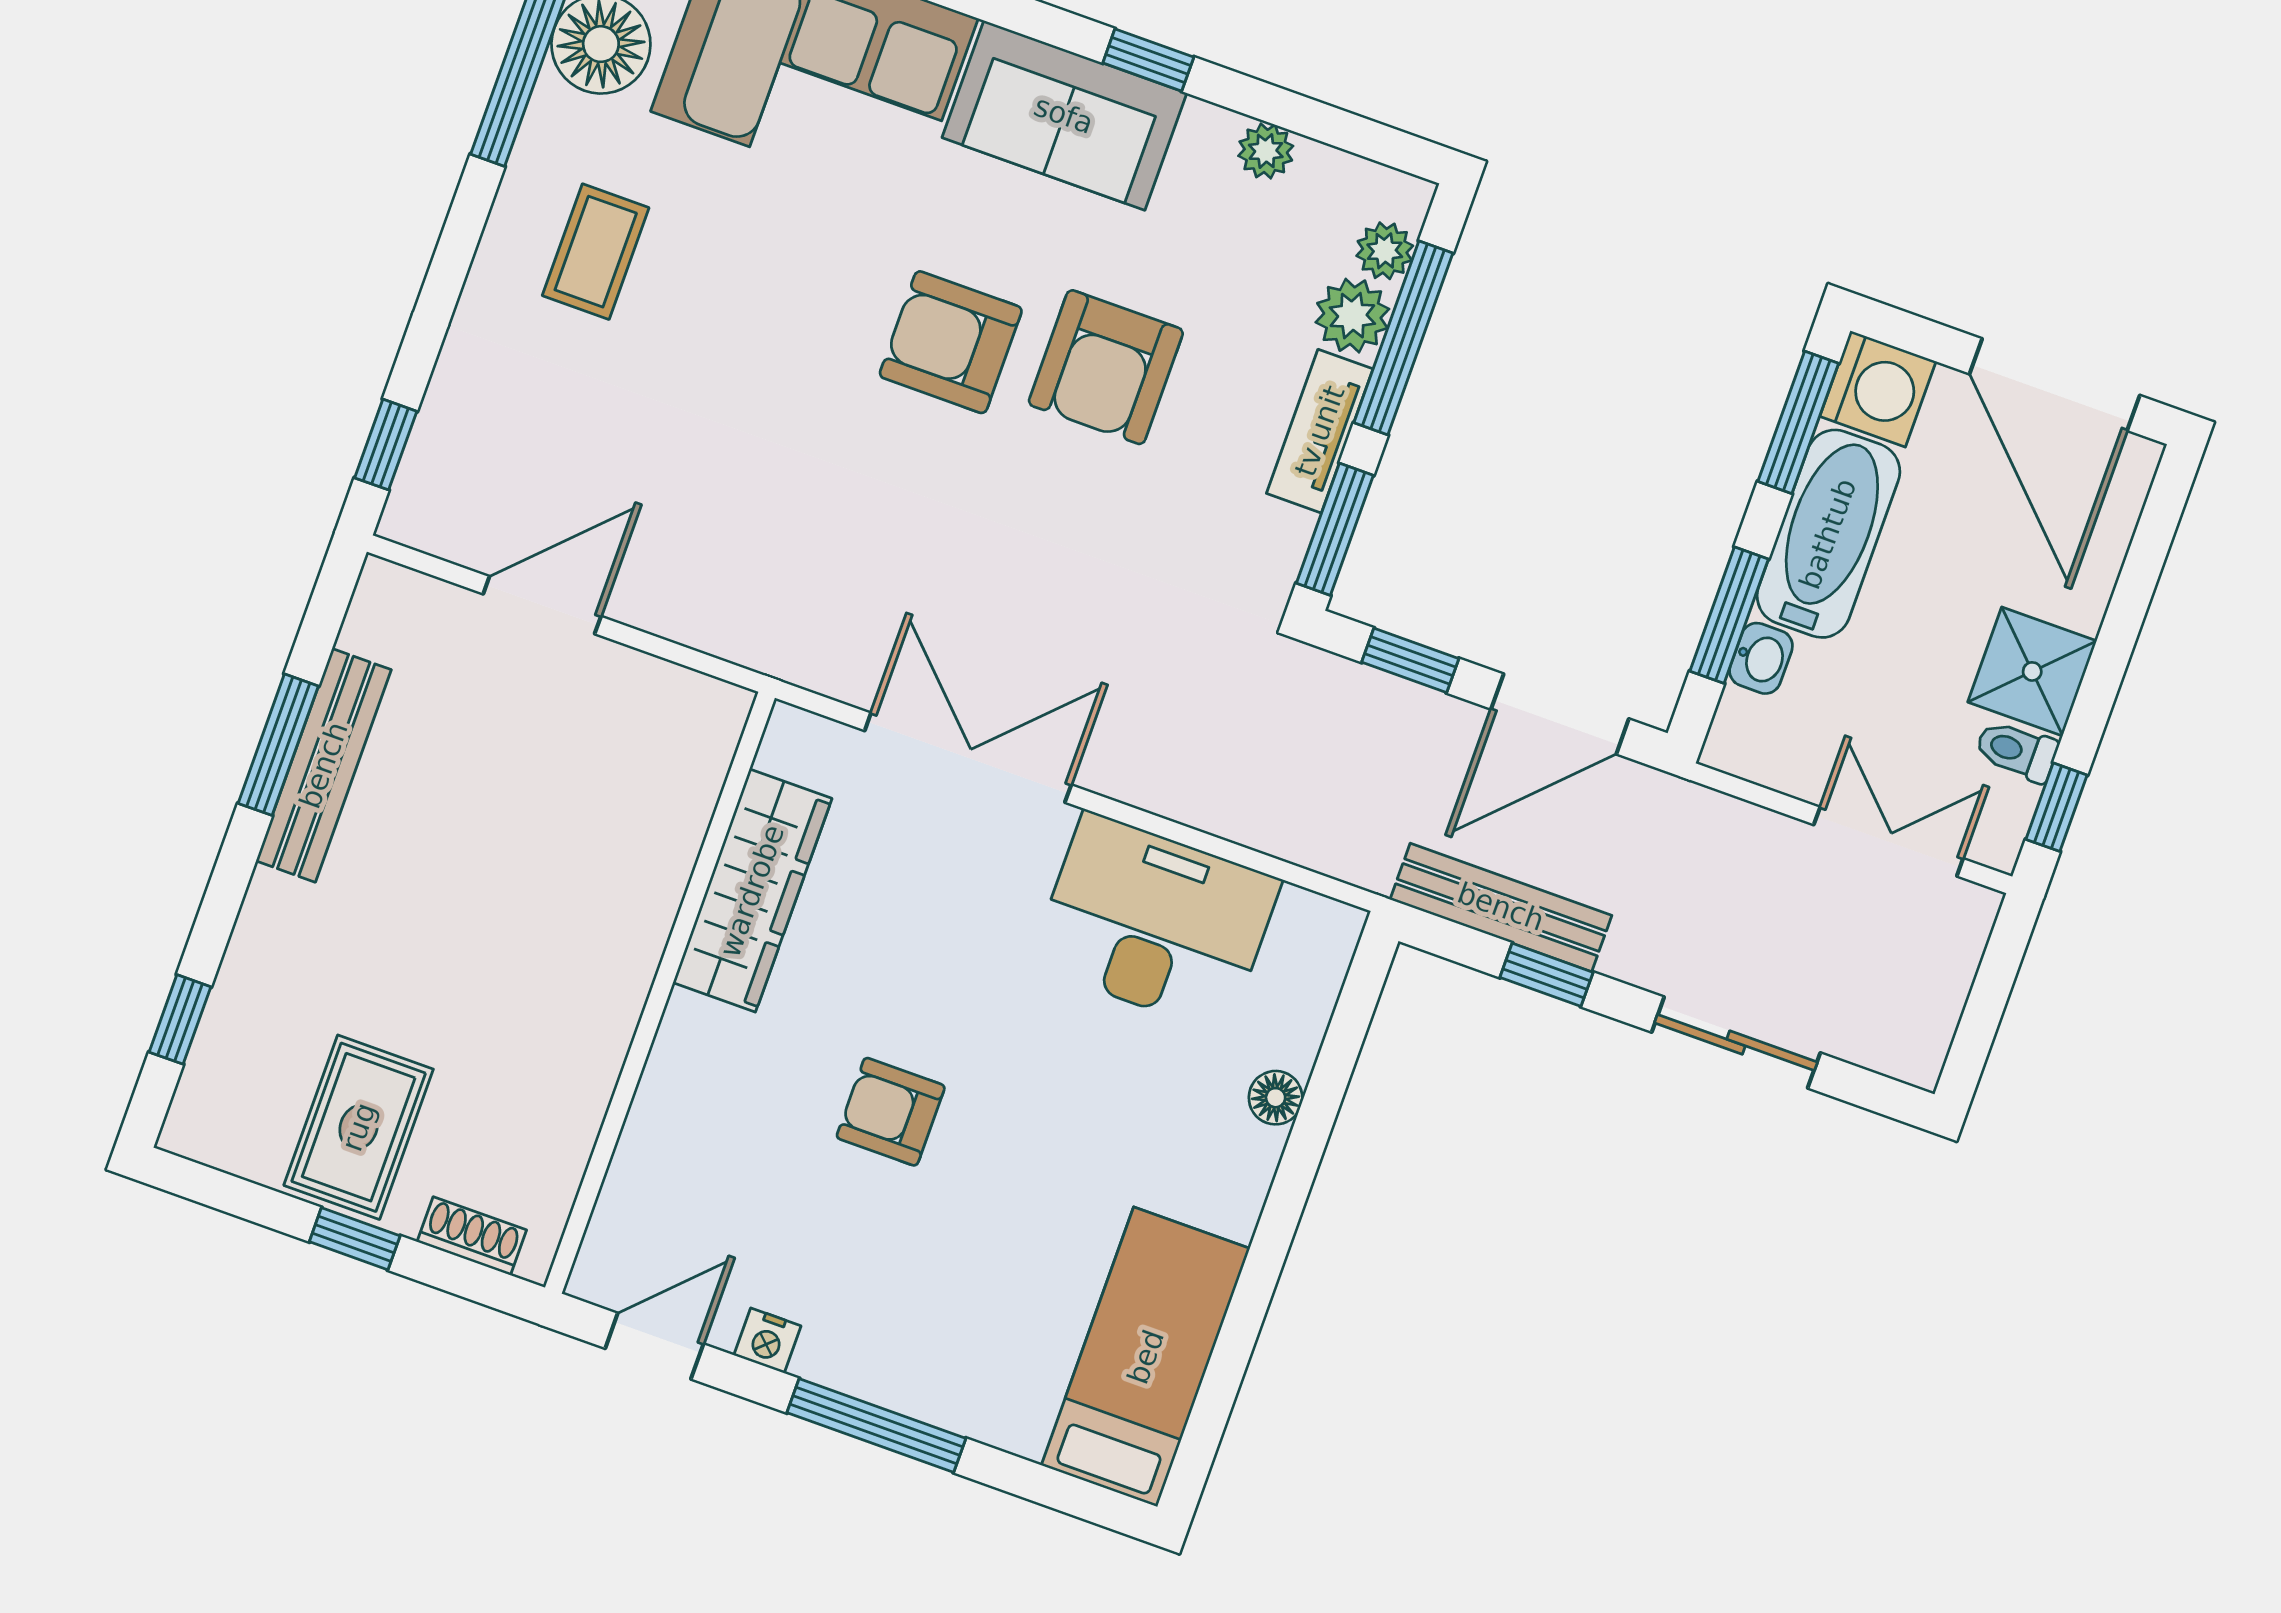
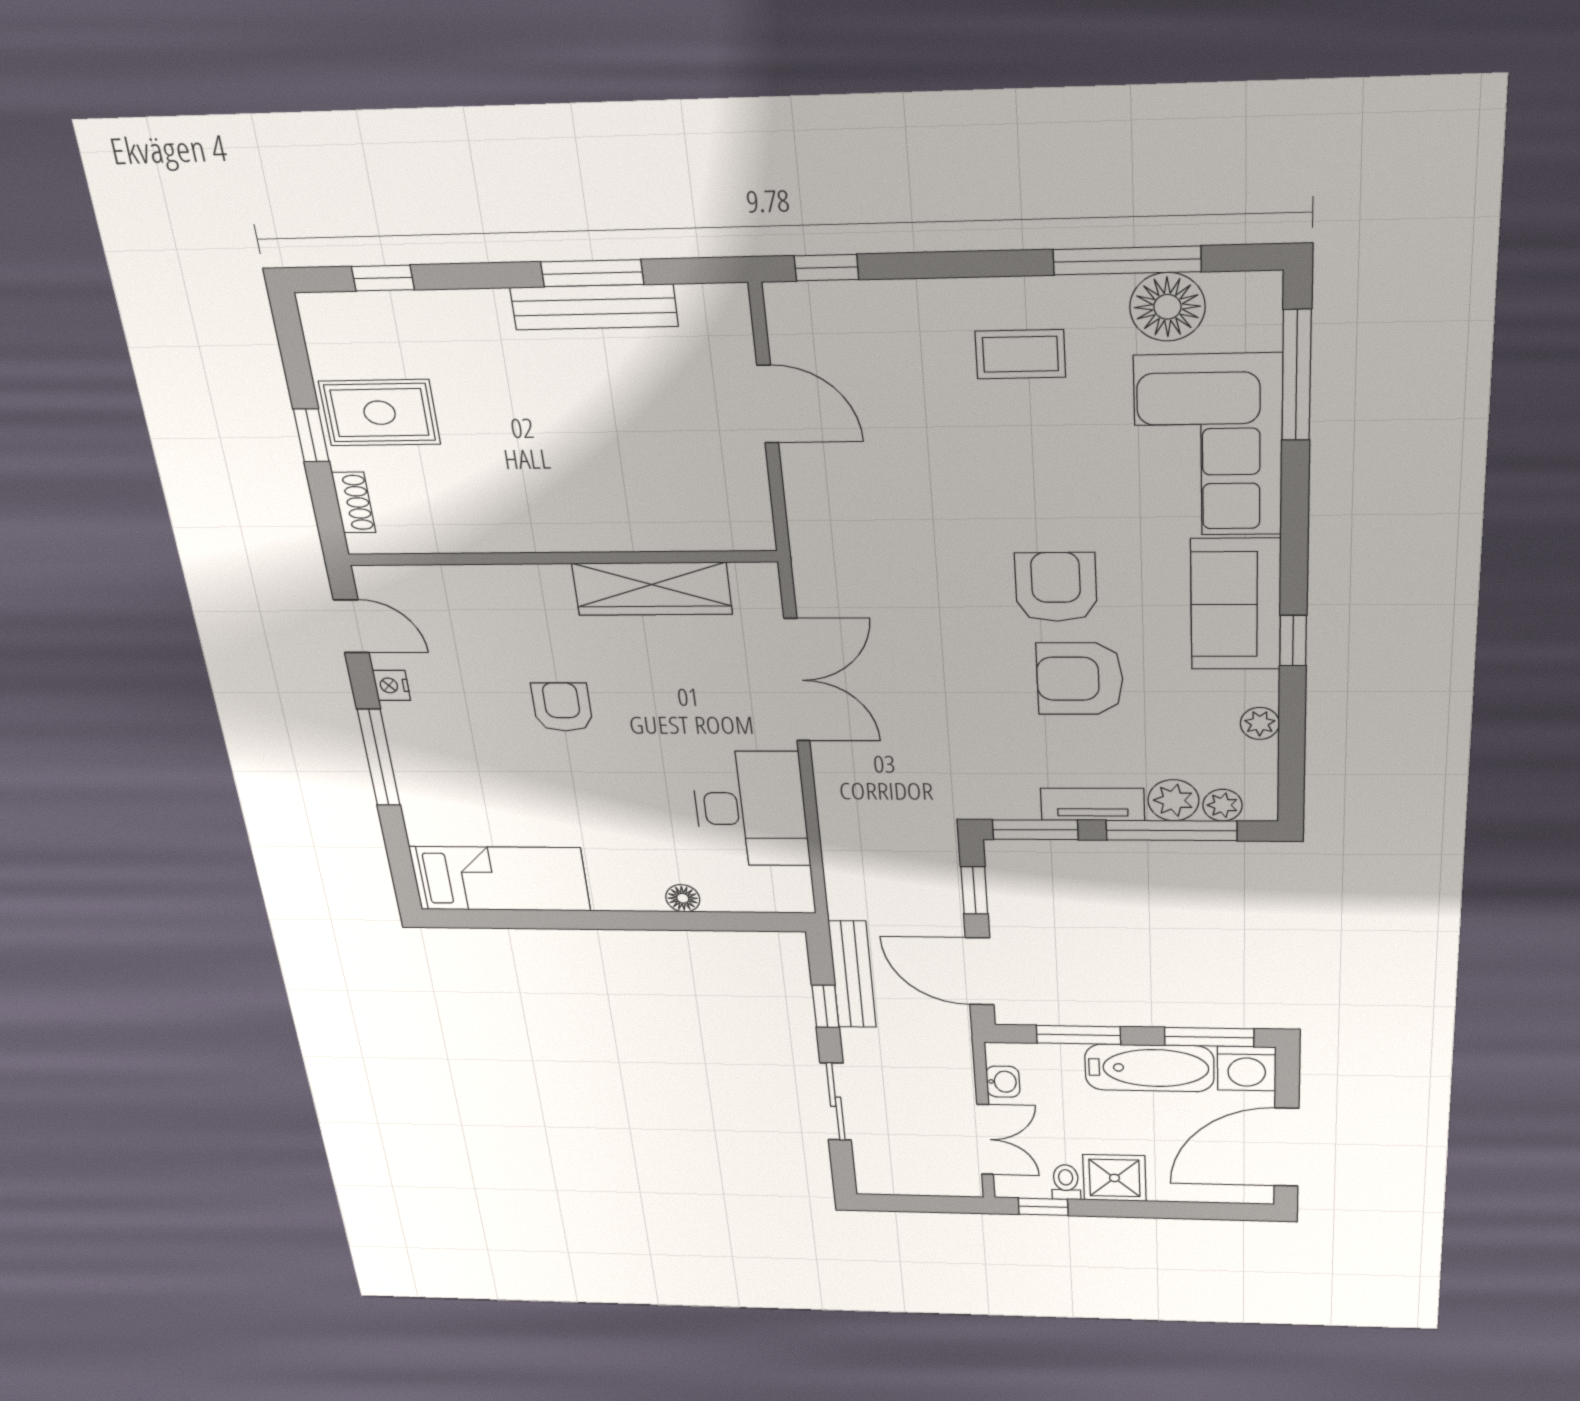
washbasin: (1761, 658) -> (1003, 1082), moved, turned -90

